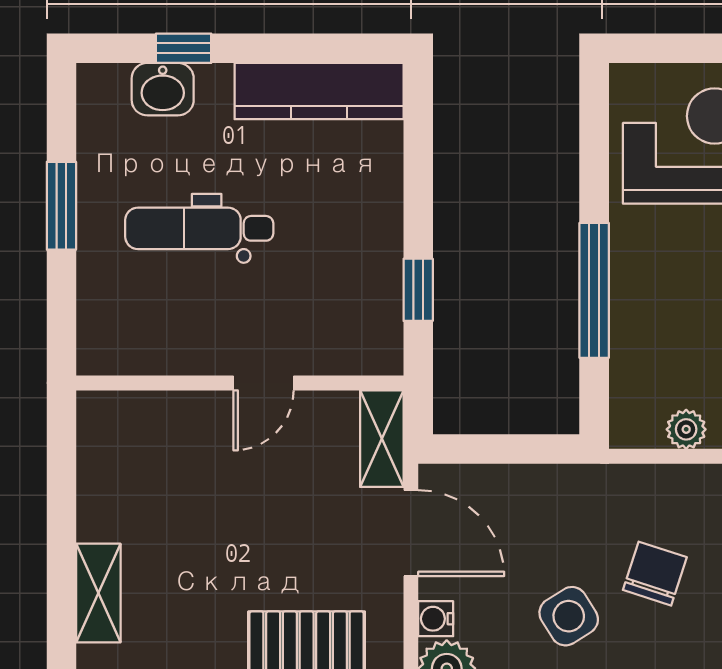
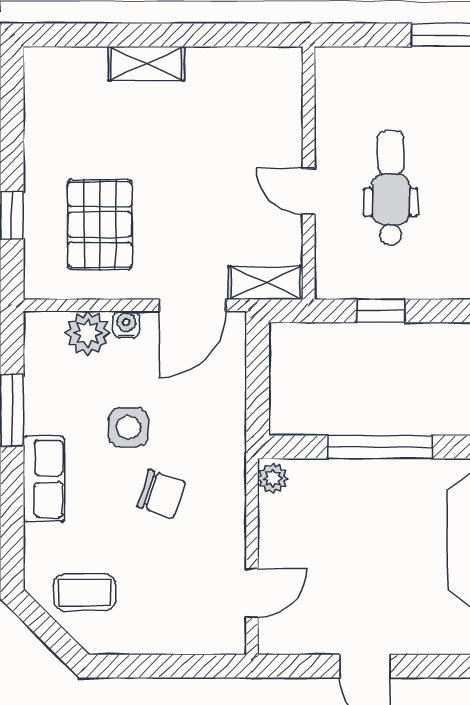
dental chair: (199, 228) -> (391, 188), moved
plant: (686, 429) -> (273, 478), moved
side table: (569, 616) -> (128, 427), turned 32

